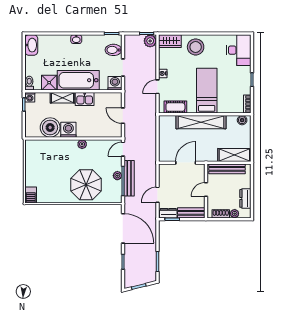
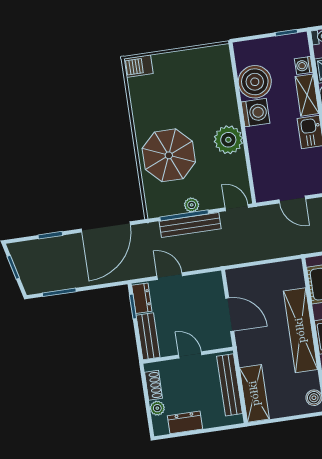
washing machine: (30, 97) -> (304, 65), moved
door: (123, 116) -> (292, 199), swing flipped
plant: (82, 144) -> (228, 140), width x1.87, depth x1.87

